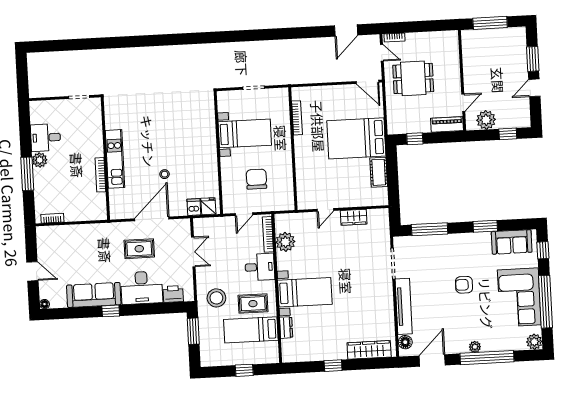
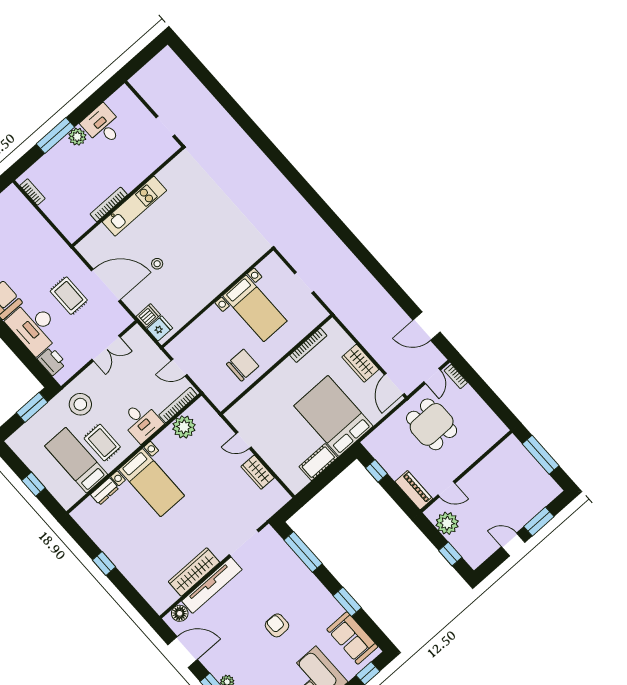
wardrobe: (336, 93) -> (360, 363), added
chair: (256, 179) -> (243, 365), moved
wardrobe: (369, 350) -> (194, 572), moved, turned -90

